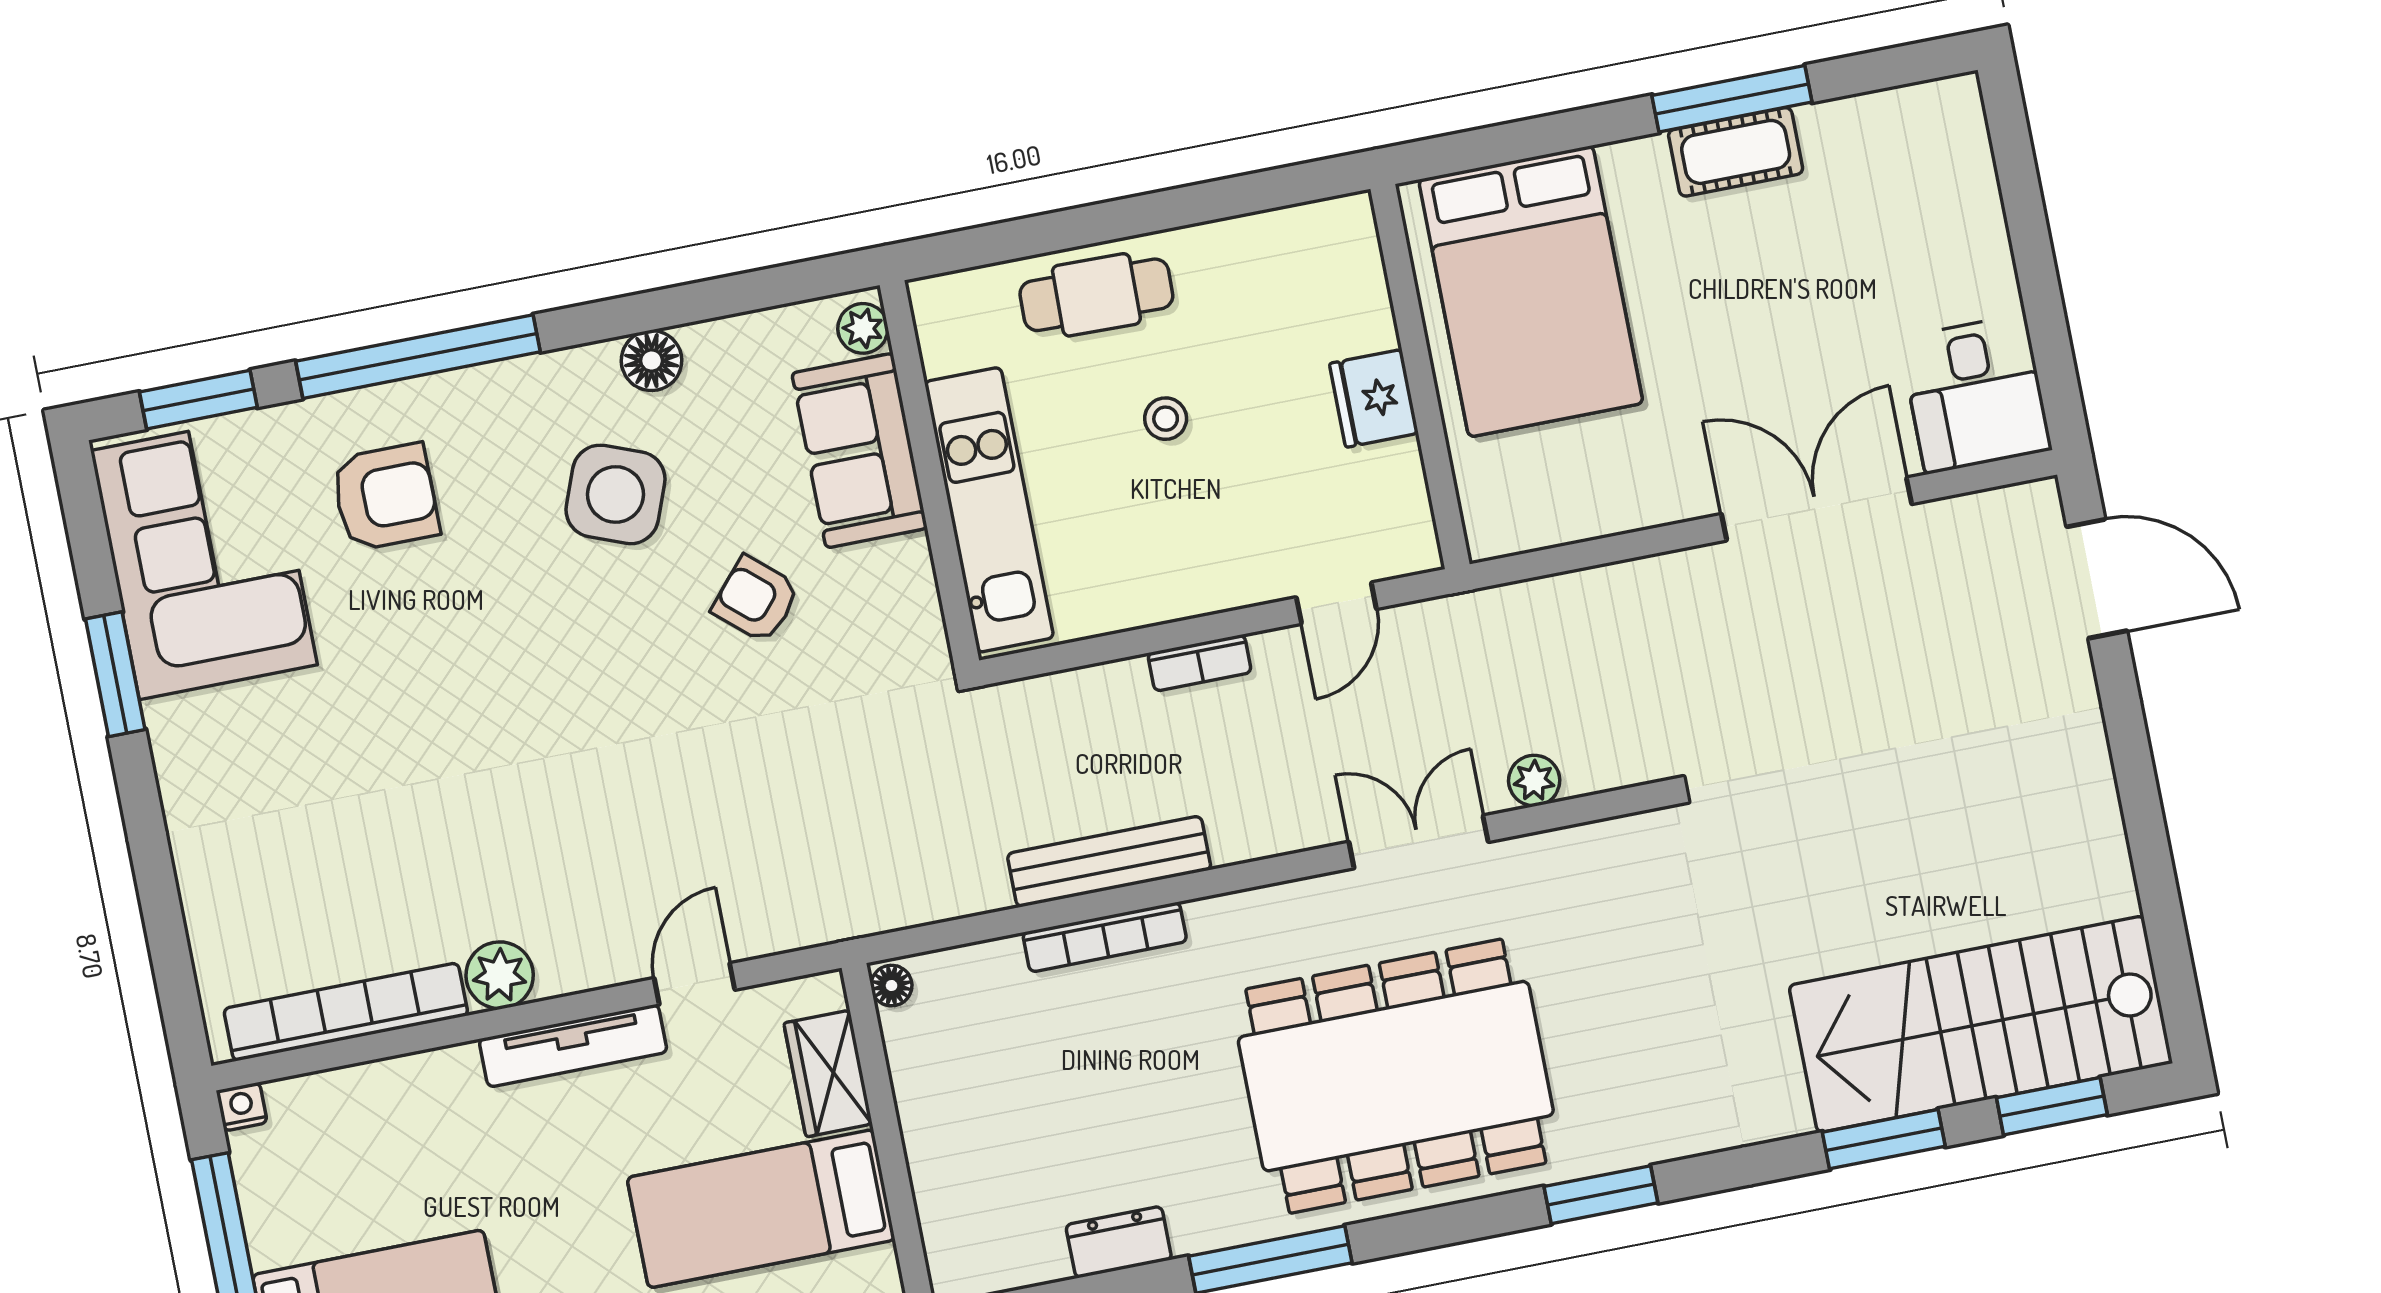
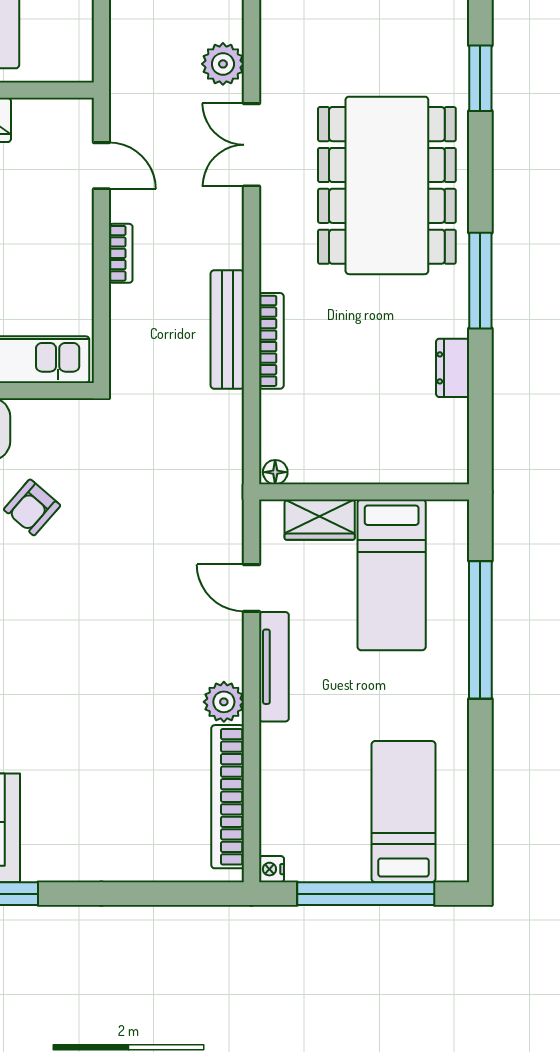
plant: (1534, 781) -> (223, 64), width x1.38, depth x1.38

